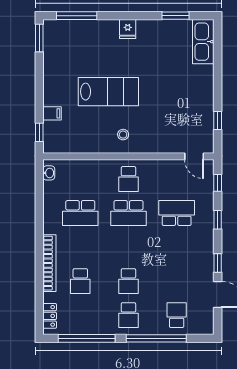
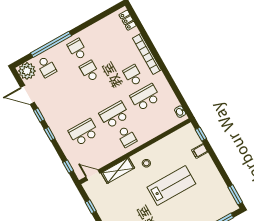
lab bench: (108, 92) -> (171, 185), turned 180
shelving: (161, 145) -> (118, 171), added
school desk: (128, 179) -> (127, 137), turned 180
school desk: (177, 213) -> (83, 132), turned 180
window: (218, 220) -> (50, 134), moved
school desk: (80, 281) -> (133, 75), moved
plant: (202, 323) -> (27, 71), added
window: (87, 338) -> (96, 19), removed

